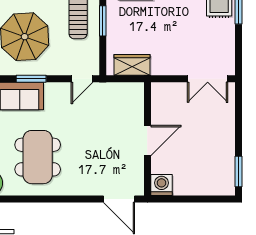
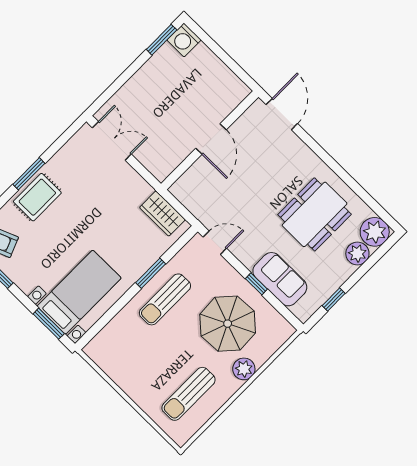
window: (31, 79) -> (256, 284), width x0.67
door: (147, 140) -> (211, 139), swing flipped
washing machine: (161, 185) -> (184, 40), moved

